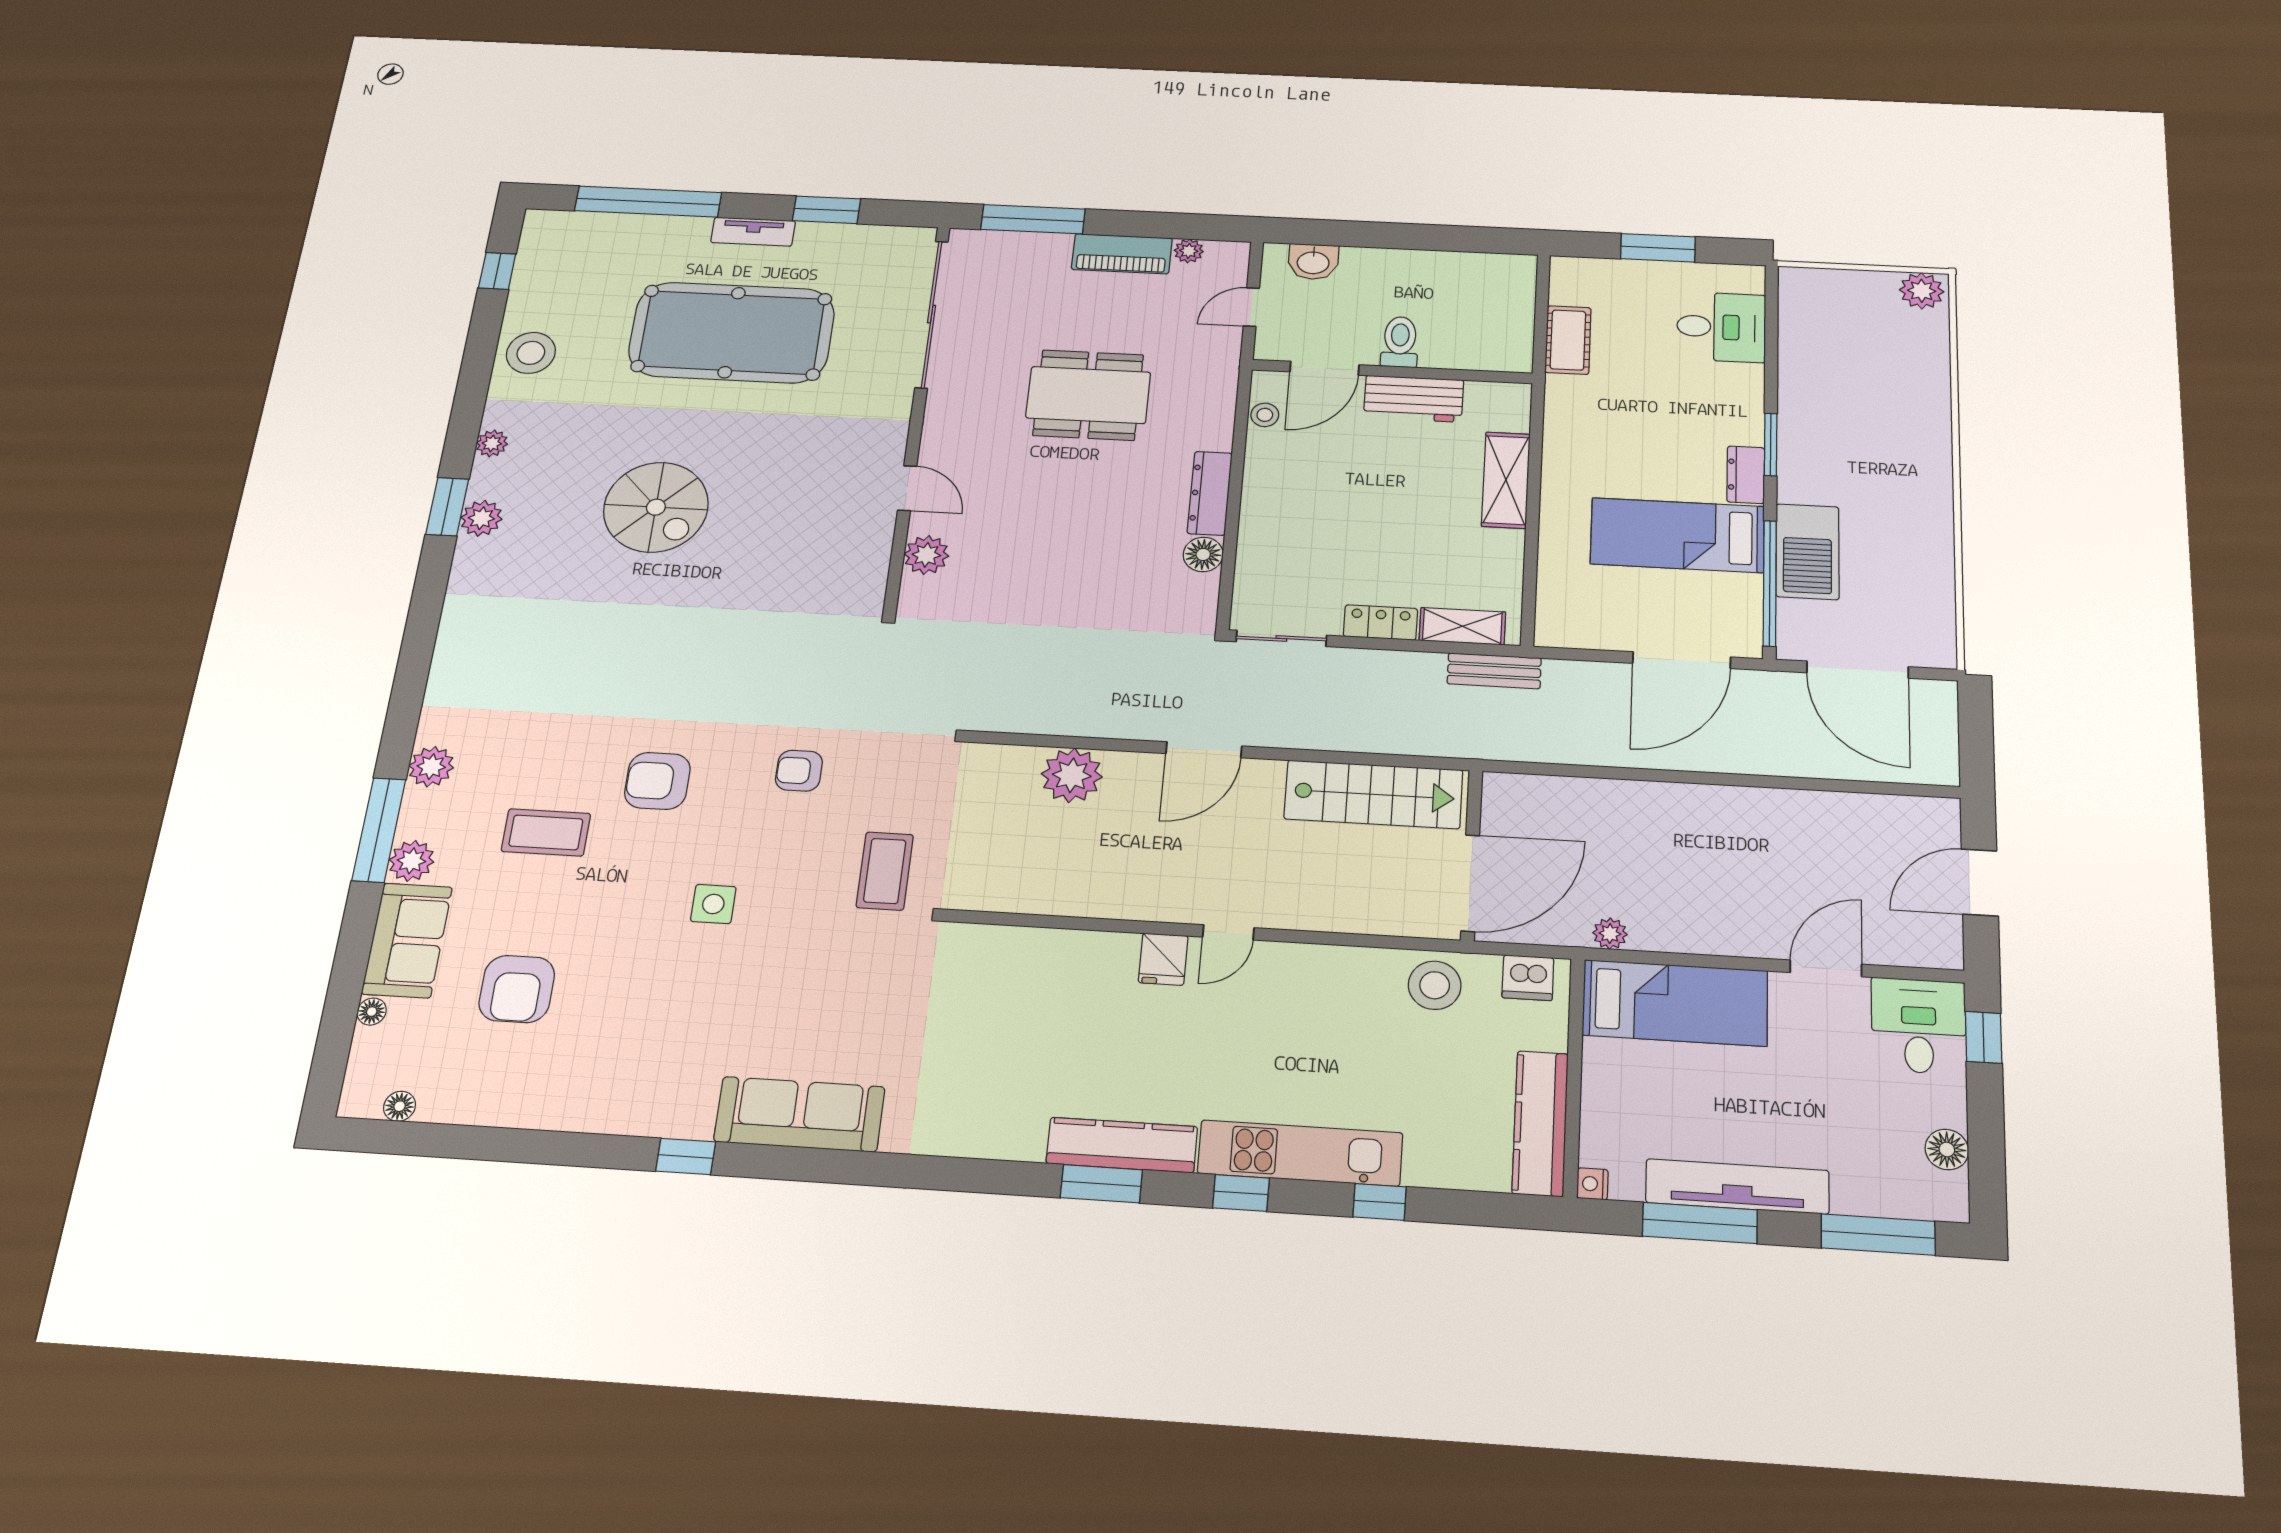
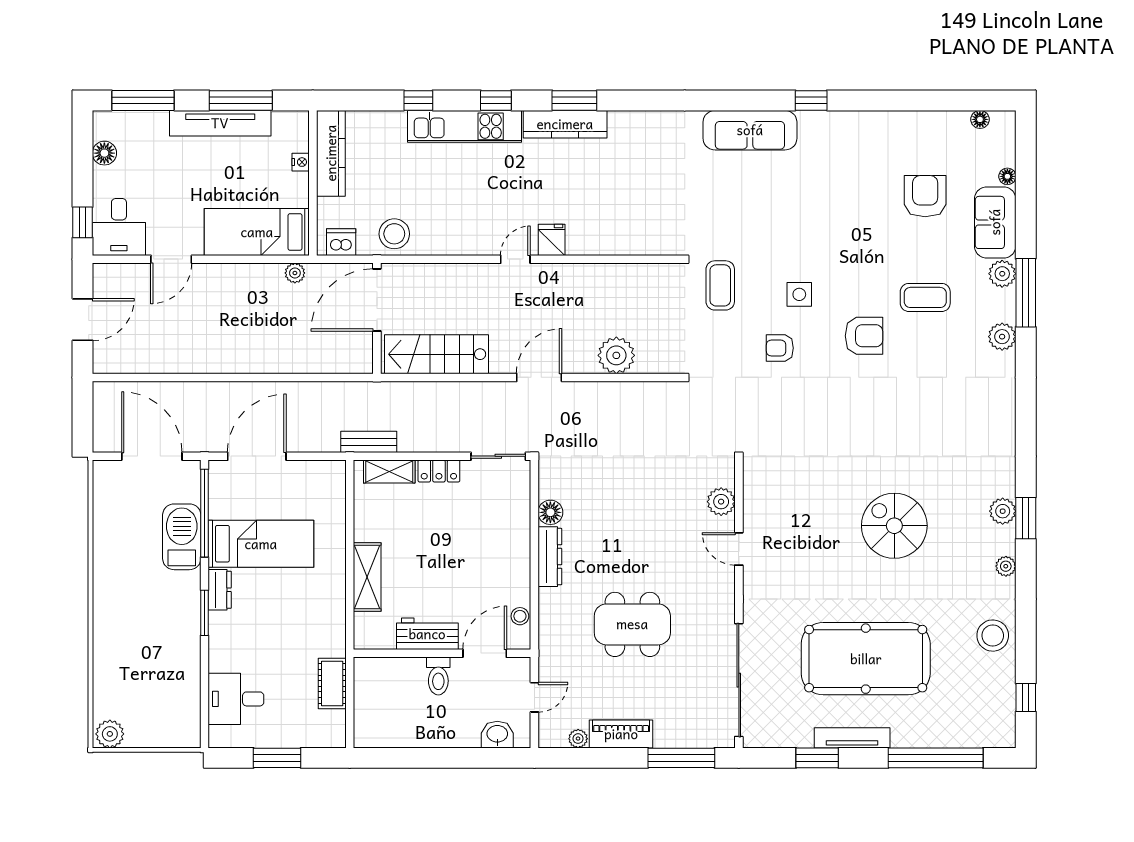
tv unit: (753, 232) -> (852, 738), width x1.41
armchair: (799, 771) -> (780, 348), turned 180
side table: (713, 904) -> (799, 294), moved
nightstand: (1592, 1184) -> (301, 162), moved

